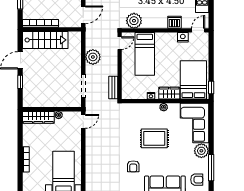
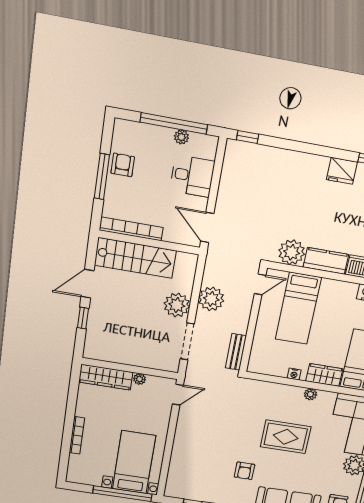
door: (83, 15) -> (207, 227), swing flipped
kitchen counter: (155, 22) -> (326, 261), added
plant: (74, 64) -> (177, 305), added

